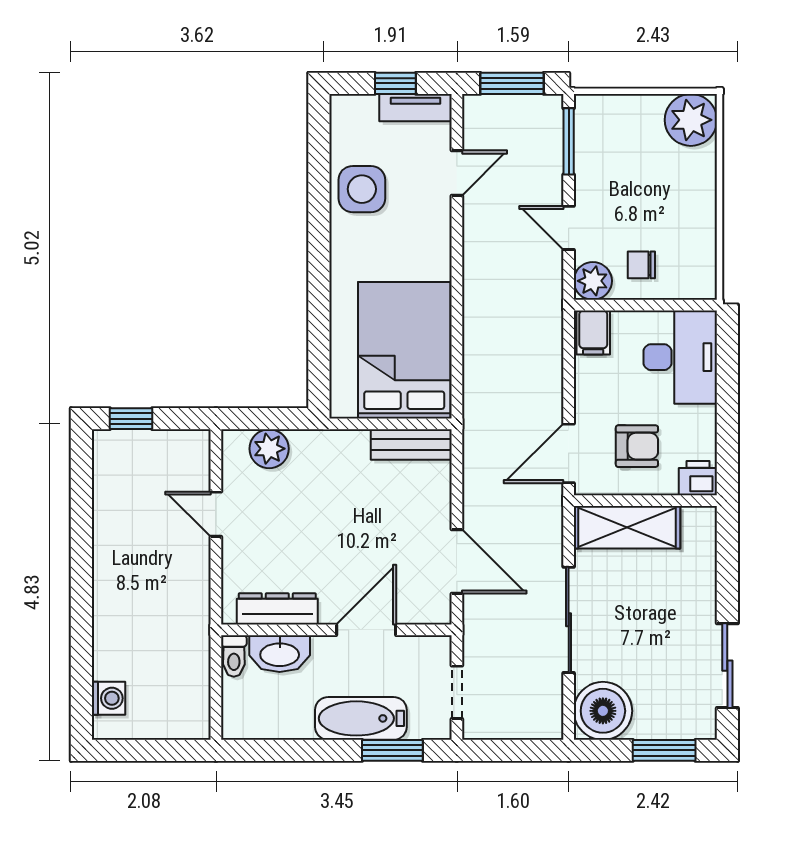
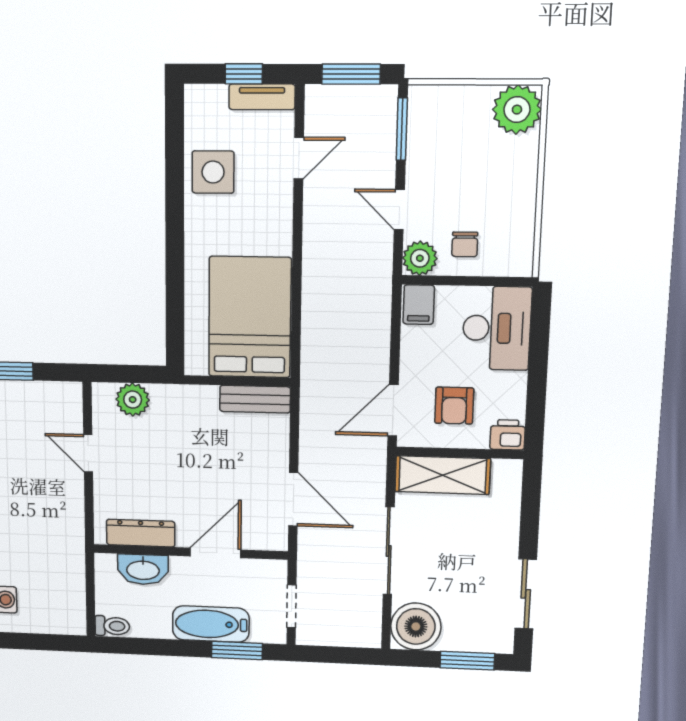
chair: (641, 265) -> (465, 244), turned -90
armchair: (637, 446) -> (454, 406), turned 90
toilet: (234, 656) -> (112, 626), moved, turned -90

